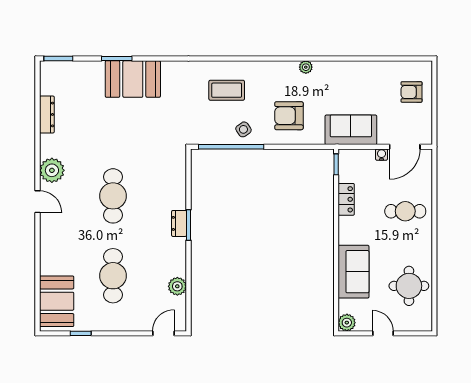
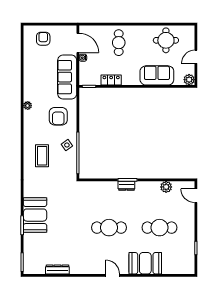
armchair: (412, 92) -> (43, 39), turned 180
sofa: (351, 130) -> (67, 77), width x1.36
plant: (52, 170) -> (93, 266), removed
door: (38, 202) -> (113, 275), hinge flipped
booth: (57, 301) -> (145, 263), moved

